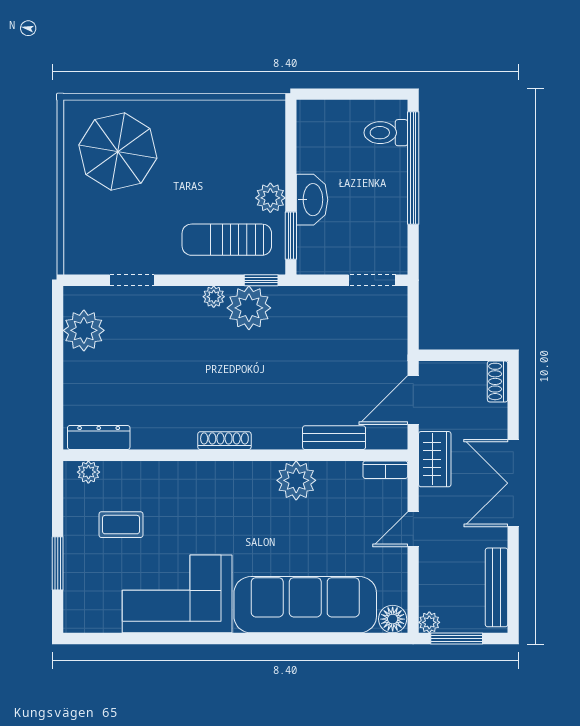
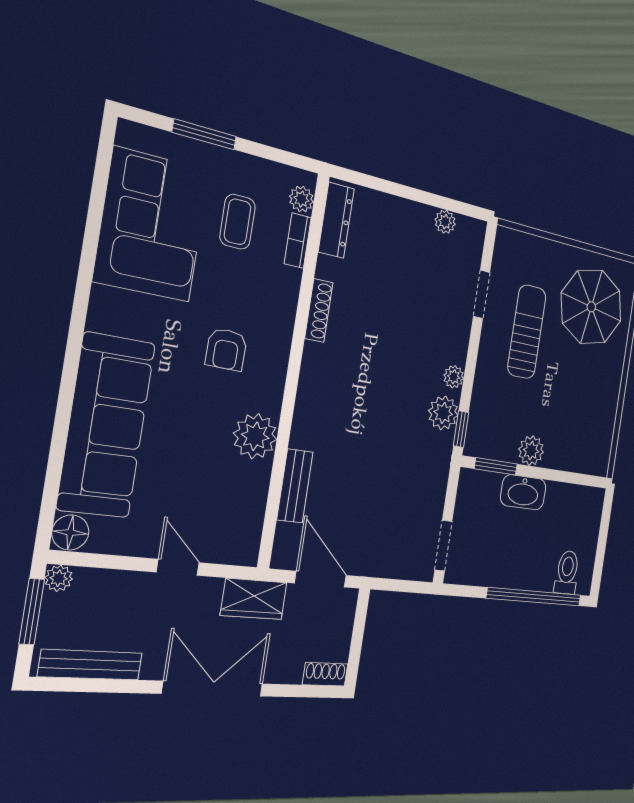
sun lounger: (227, 240) -> (527, 332), moved
plant: (249, 308) -> (443, 413), width x0.73, depth x0.73
plant: (84, 330) -> (445, 222), width x0.53, depth x0.53
shoe rack: (224, 441) -> (319, 310), moved
bookcase: (385, 470) -> (298, 241), moved
armchair: (228, 517) -> (226, 349), added
corner sofa: (177, 594) -> (152, 225), moved

